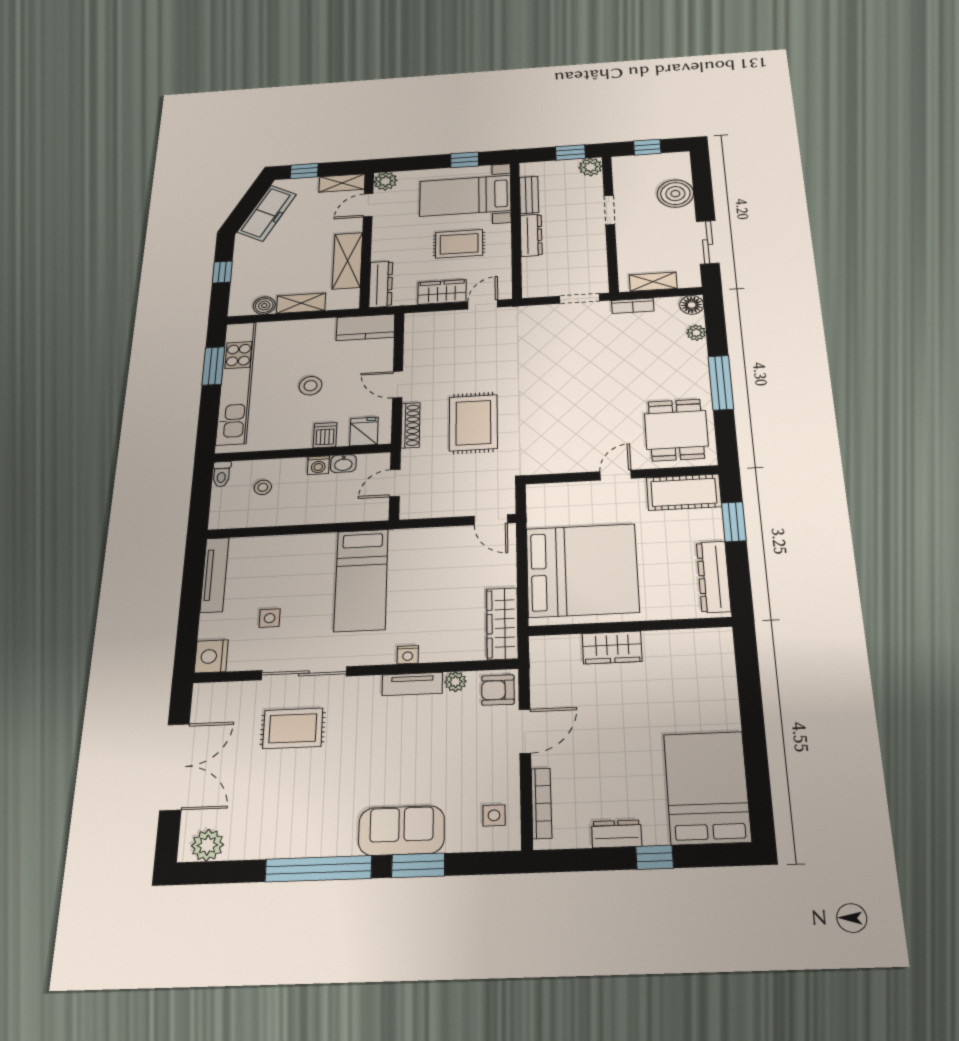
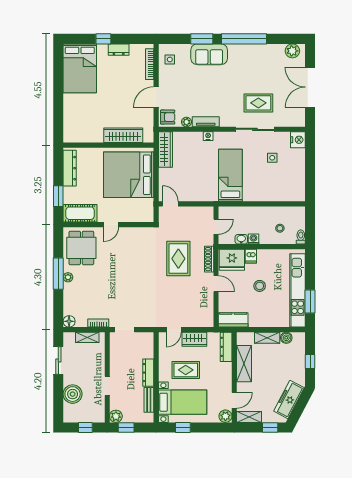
plant: (696, 333) -> (68, 277), moved
fridge: (364, 431) -> (232, 260), width x1.88, depth x1.34
tv unit: (214, 575) -> (300, 182), removed
wardrobe: (612, 647) -> (123, 135), width x1.50

